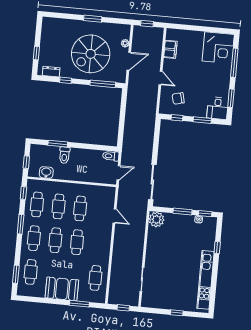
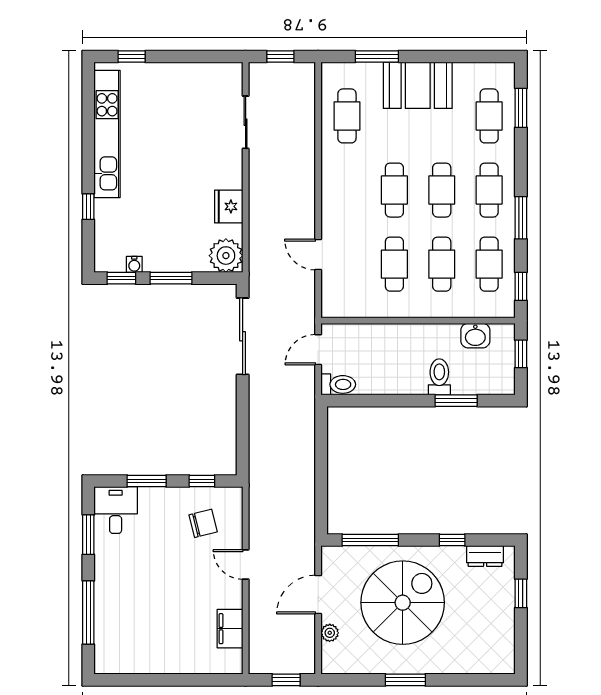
corner desk: (218, 48) -> (126, 642), removed
fridge: (153, 242) -> (229, 206), added
window: (177, 313) -> (132, 57), moved

